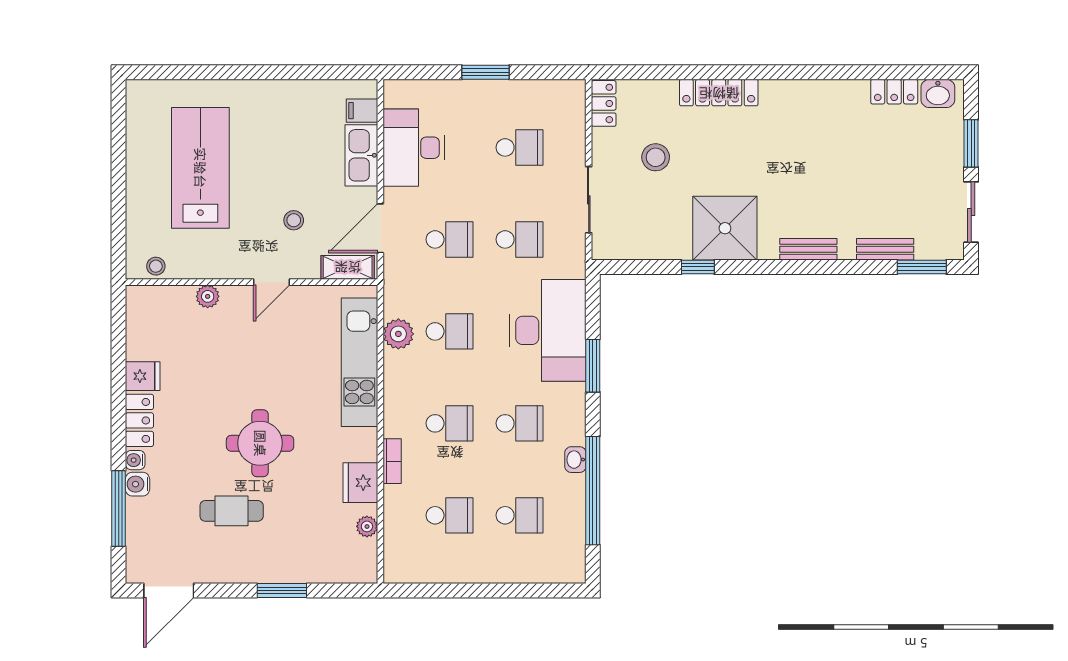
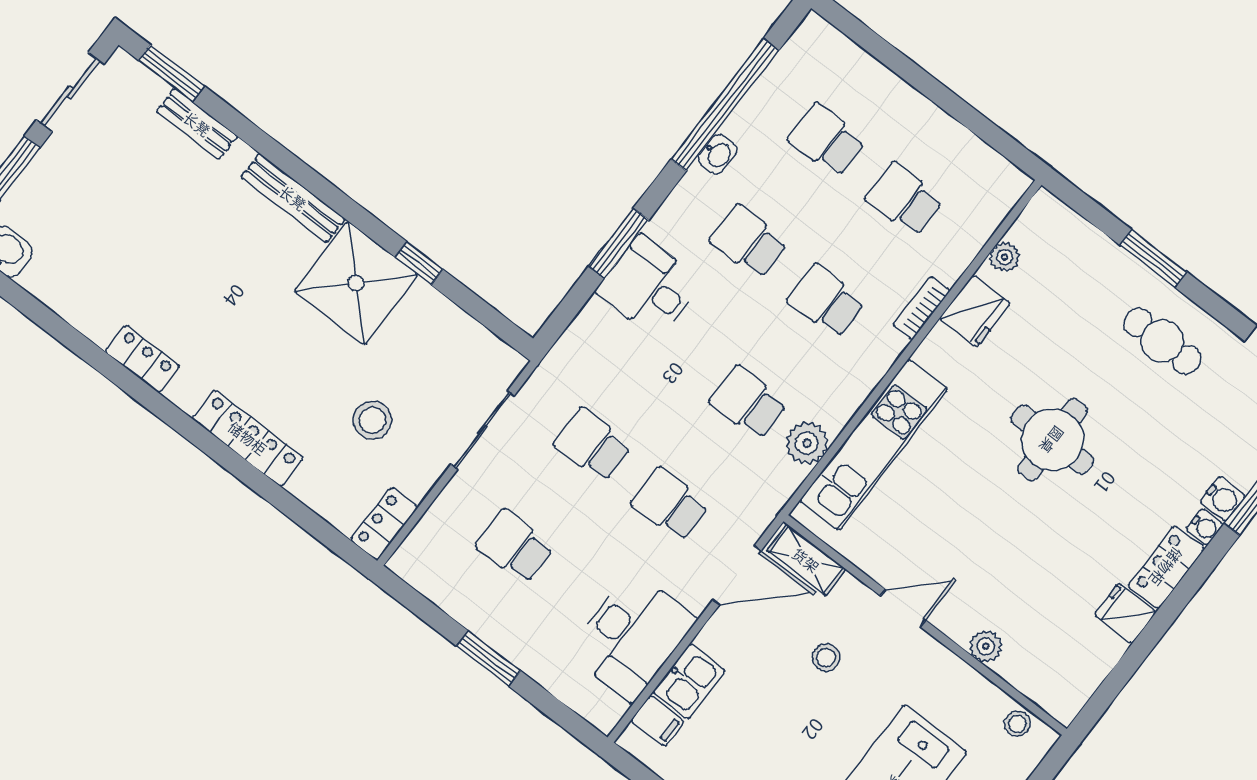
locker: (894, 92) -> (142, 359), moved
kitchen sink: (361, 155) -> (689, 681), width x0.73
bench: (808, 249) -> (293, 198), width x1.36
desk: (548, 330) -> (649, 287), width x0.53, depth x0.77
cafe table: (232, 511) -> (1162, 341), moved

